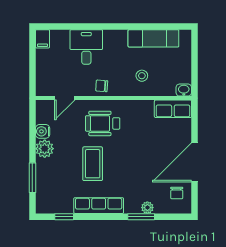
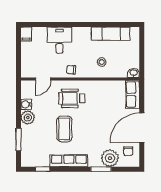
row of seats: (173, 109) -> (133, 94), moved, turned 90
plant: (147, 208) -> (110, 158), width x1.88, depth x1.88

